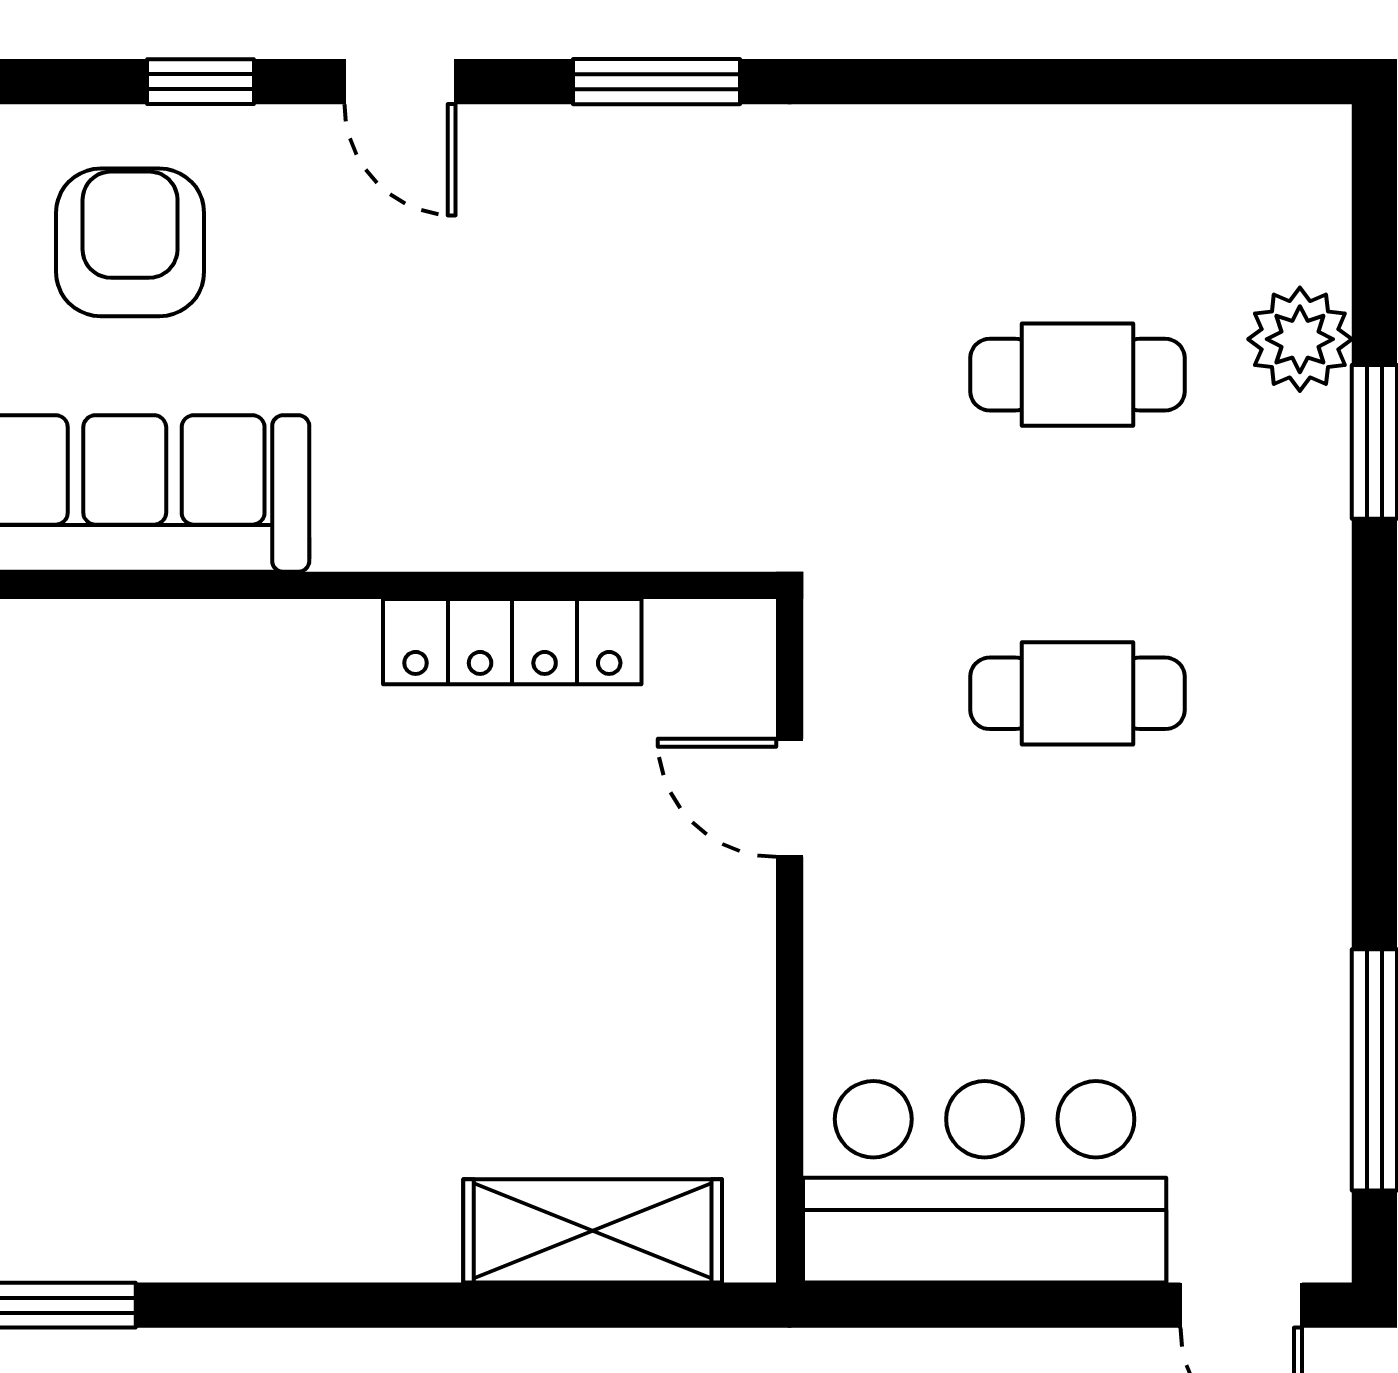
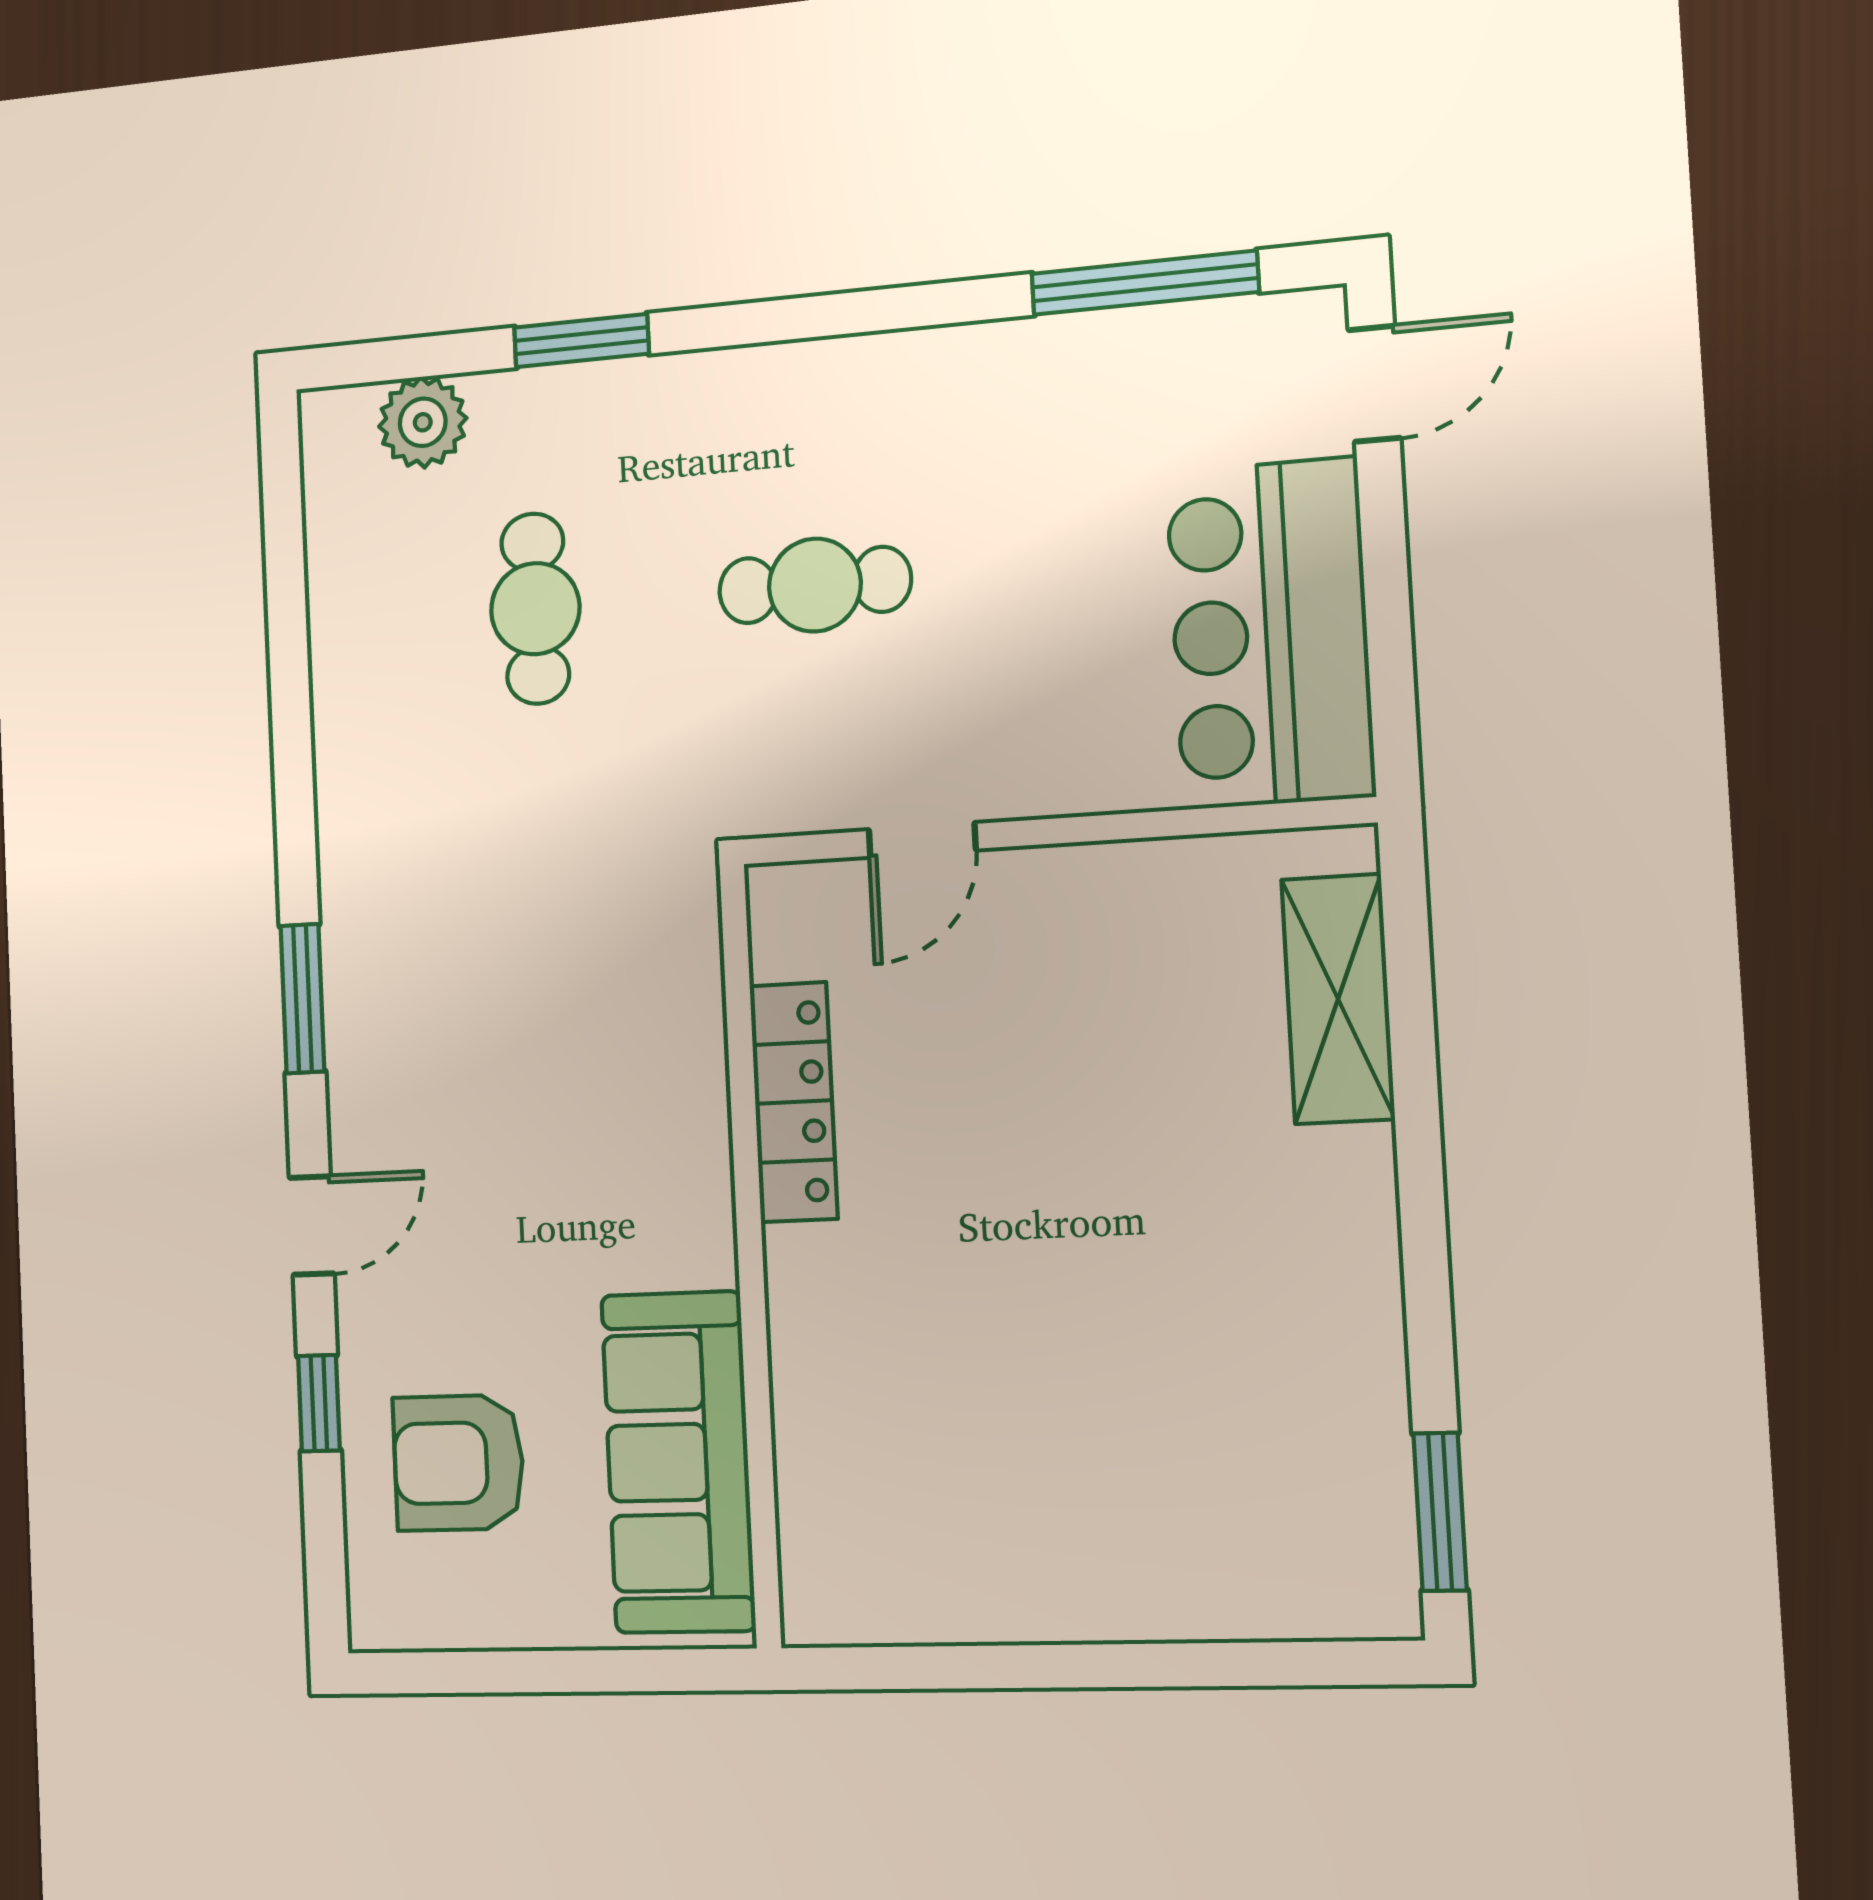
plant: (1300, 339) -> (423, 422), moved
cafe table: (1077, 693) -> (815, 585), turned 90

